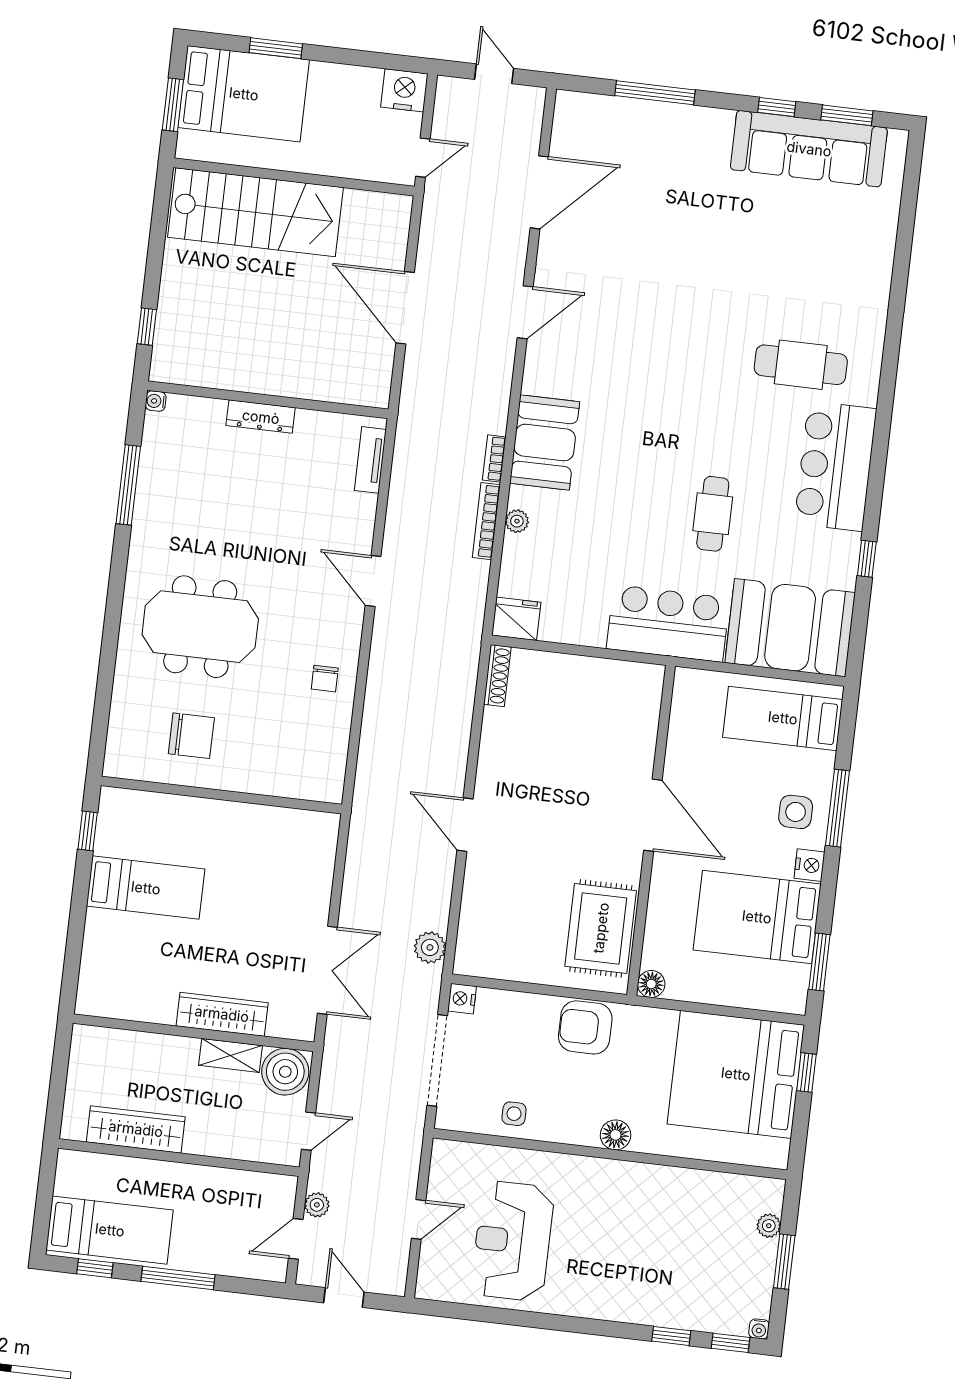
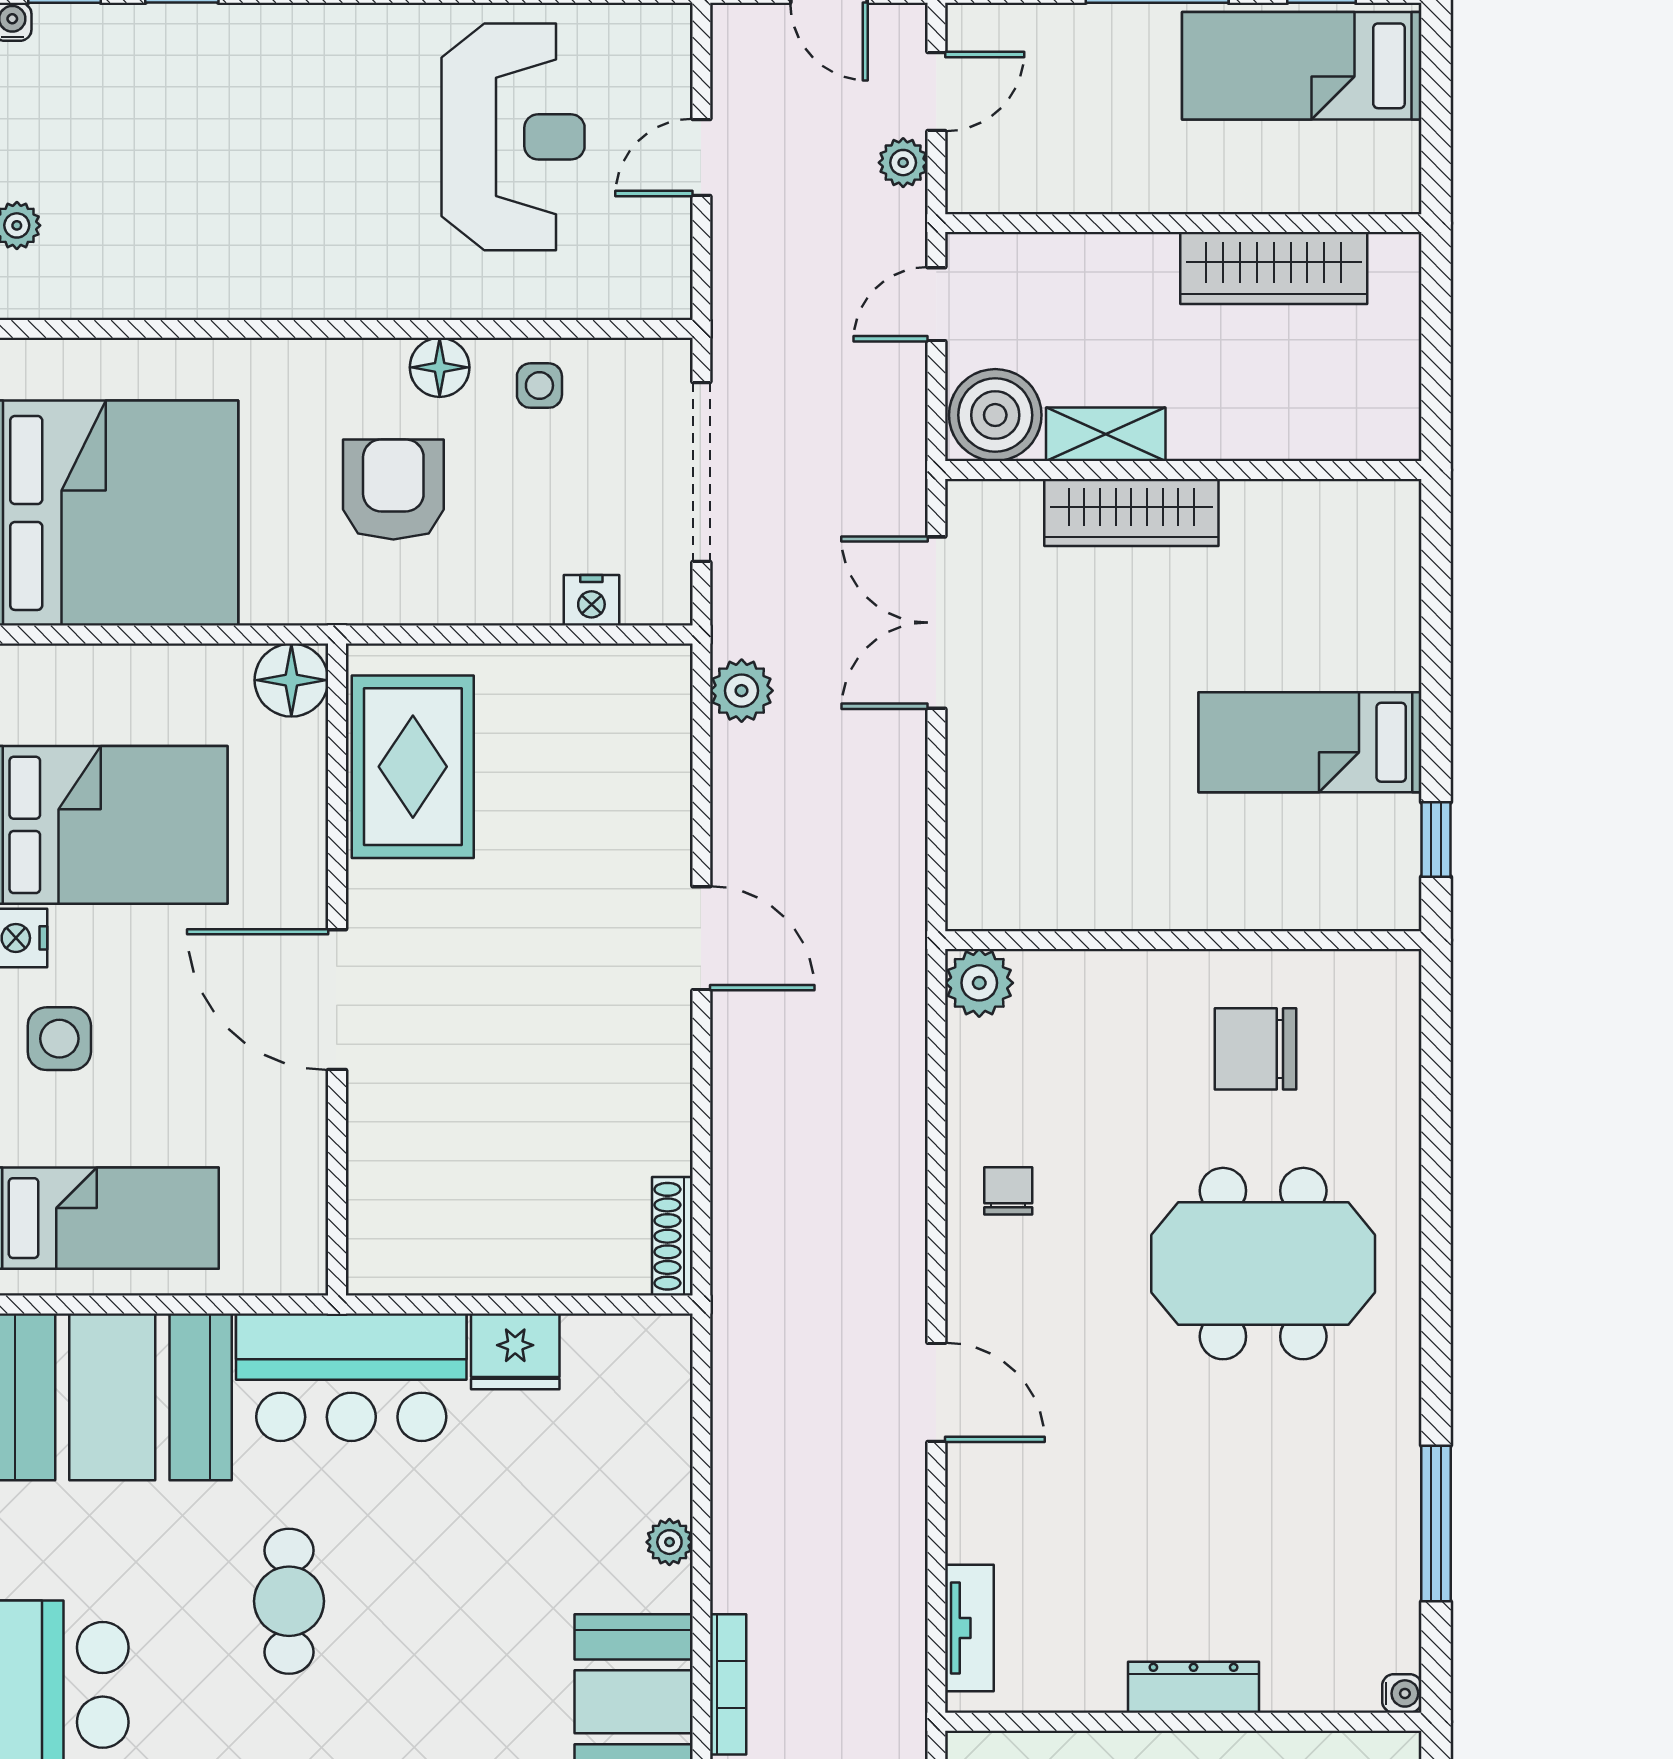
bookcase: (494, 458) -> (728, 1684), width x1.56
bookcase: (486, 521) -> (729, 1535), removed
fridge: (516, 619) -> (515, 1351), moved
plant: (327, 785) -> (979, 983), added
floor lamp: (651, 984) -> (291, 680), width x1.38, depth x1.38
nightstand: (462, 999) -> (591, 600), moved, turned 90
armchair: (585, 1027) -> (393, 490), moved, turned -90
floor lamp: (616, 1135) -> (440, 367), moved

